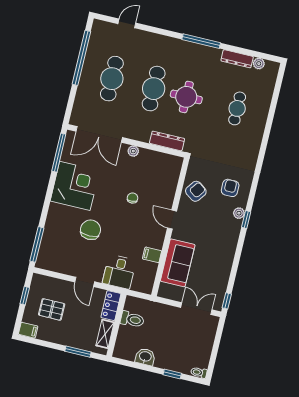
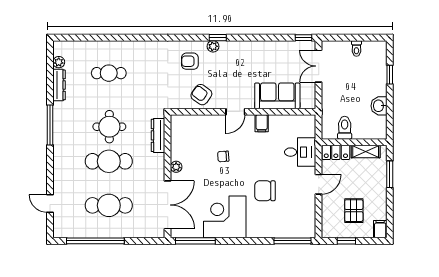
filing cabinet: (152, 255) -> (262, 123), moved
toilet: (199, 373) -> (356, 49), moved

